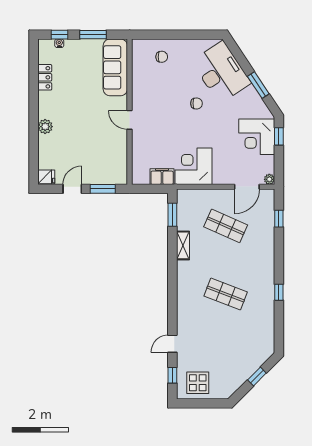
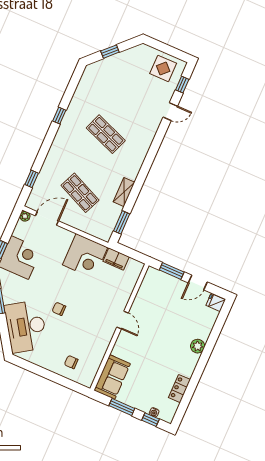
sofa: (115, 67) -> (112, 377), width x0.73

